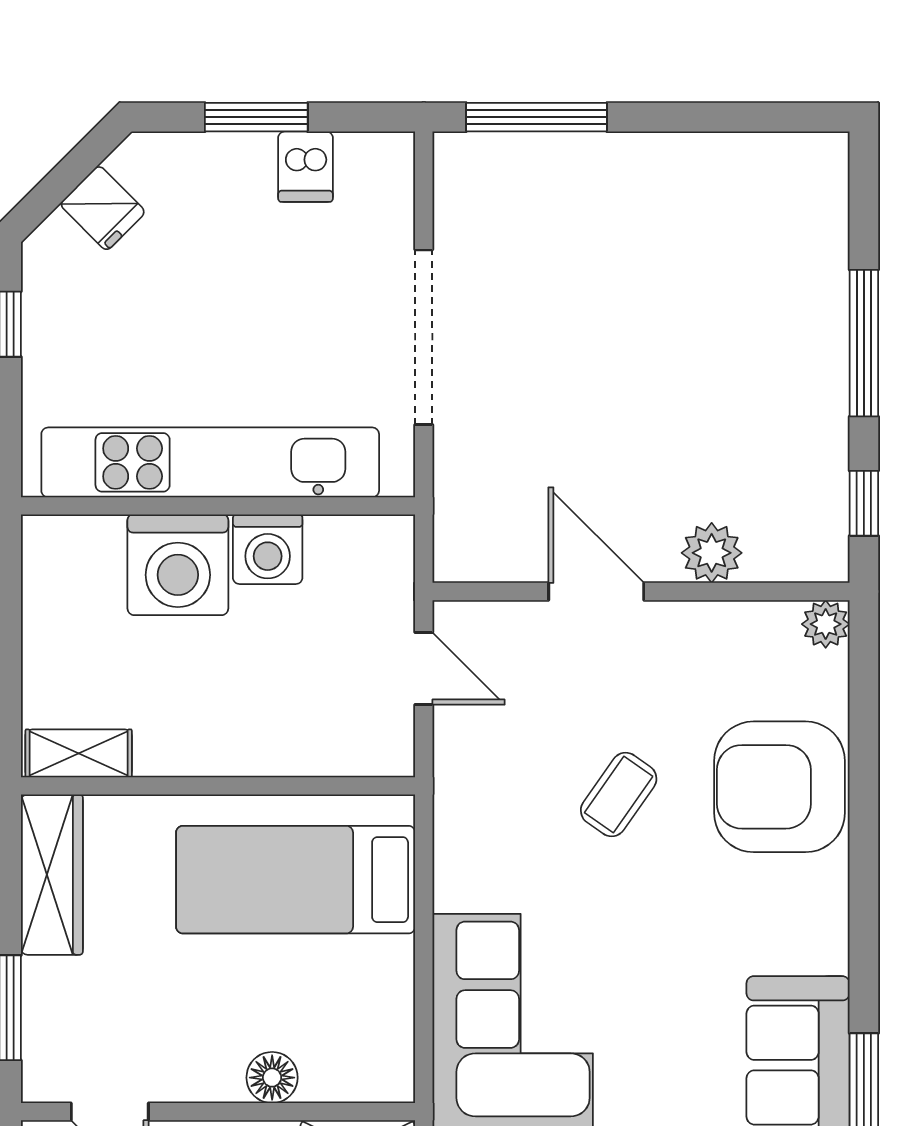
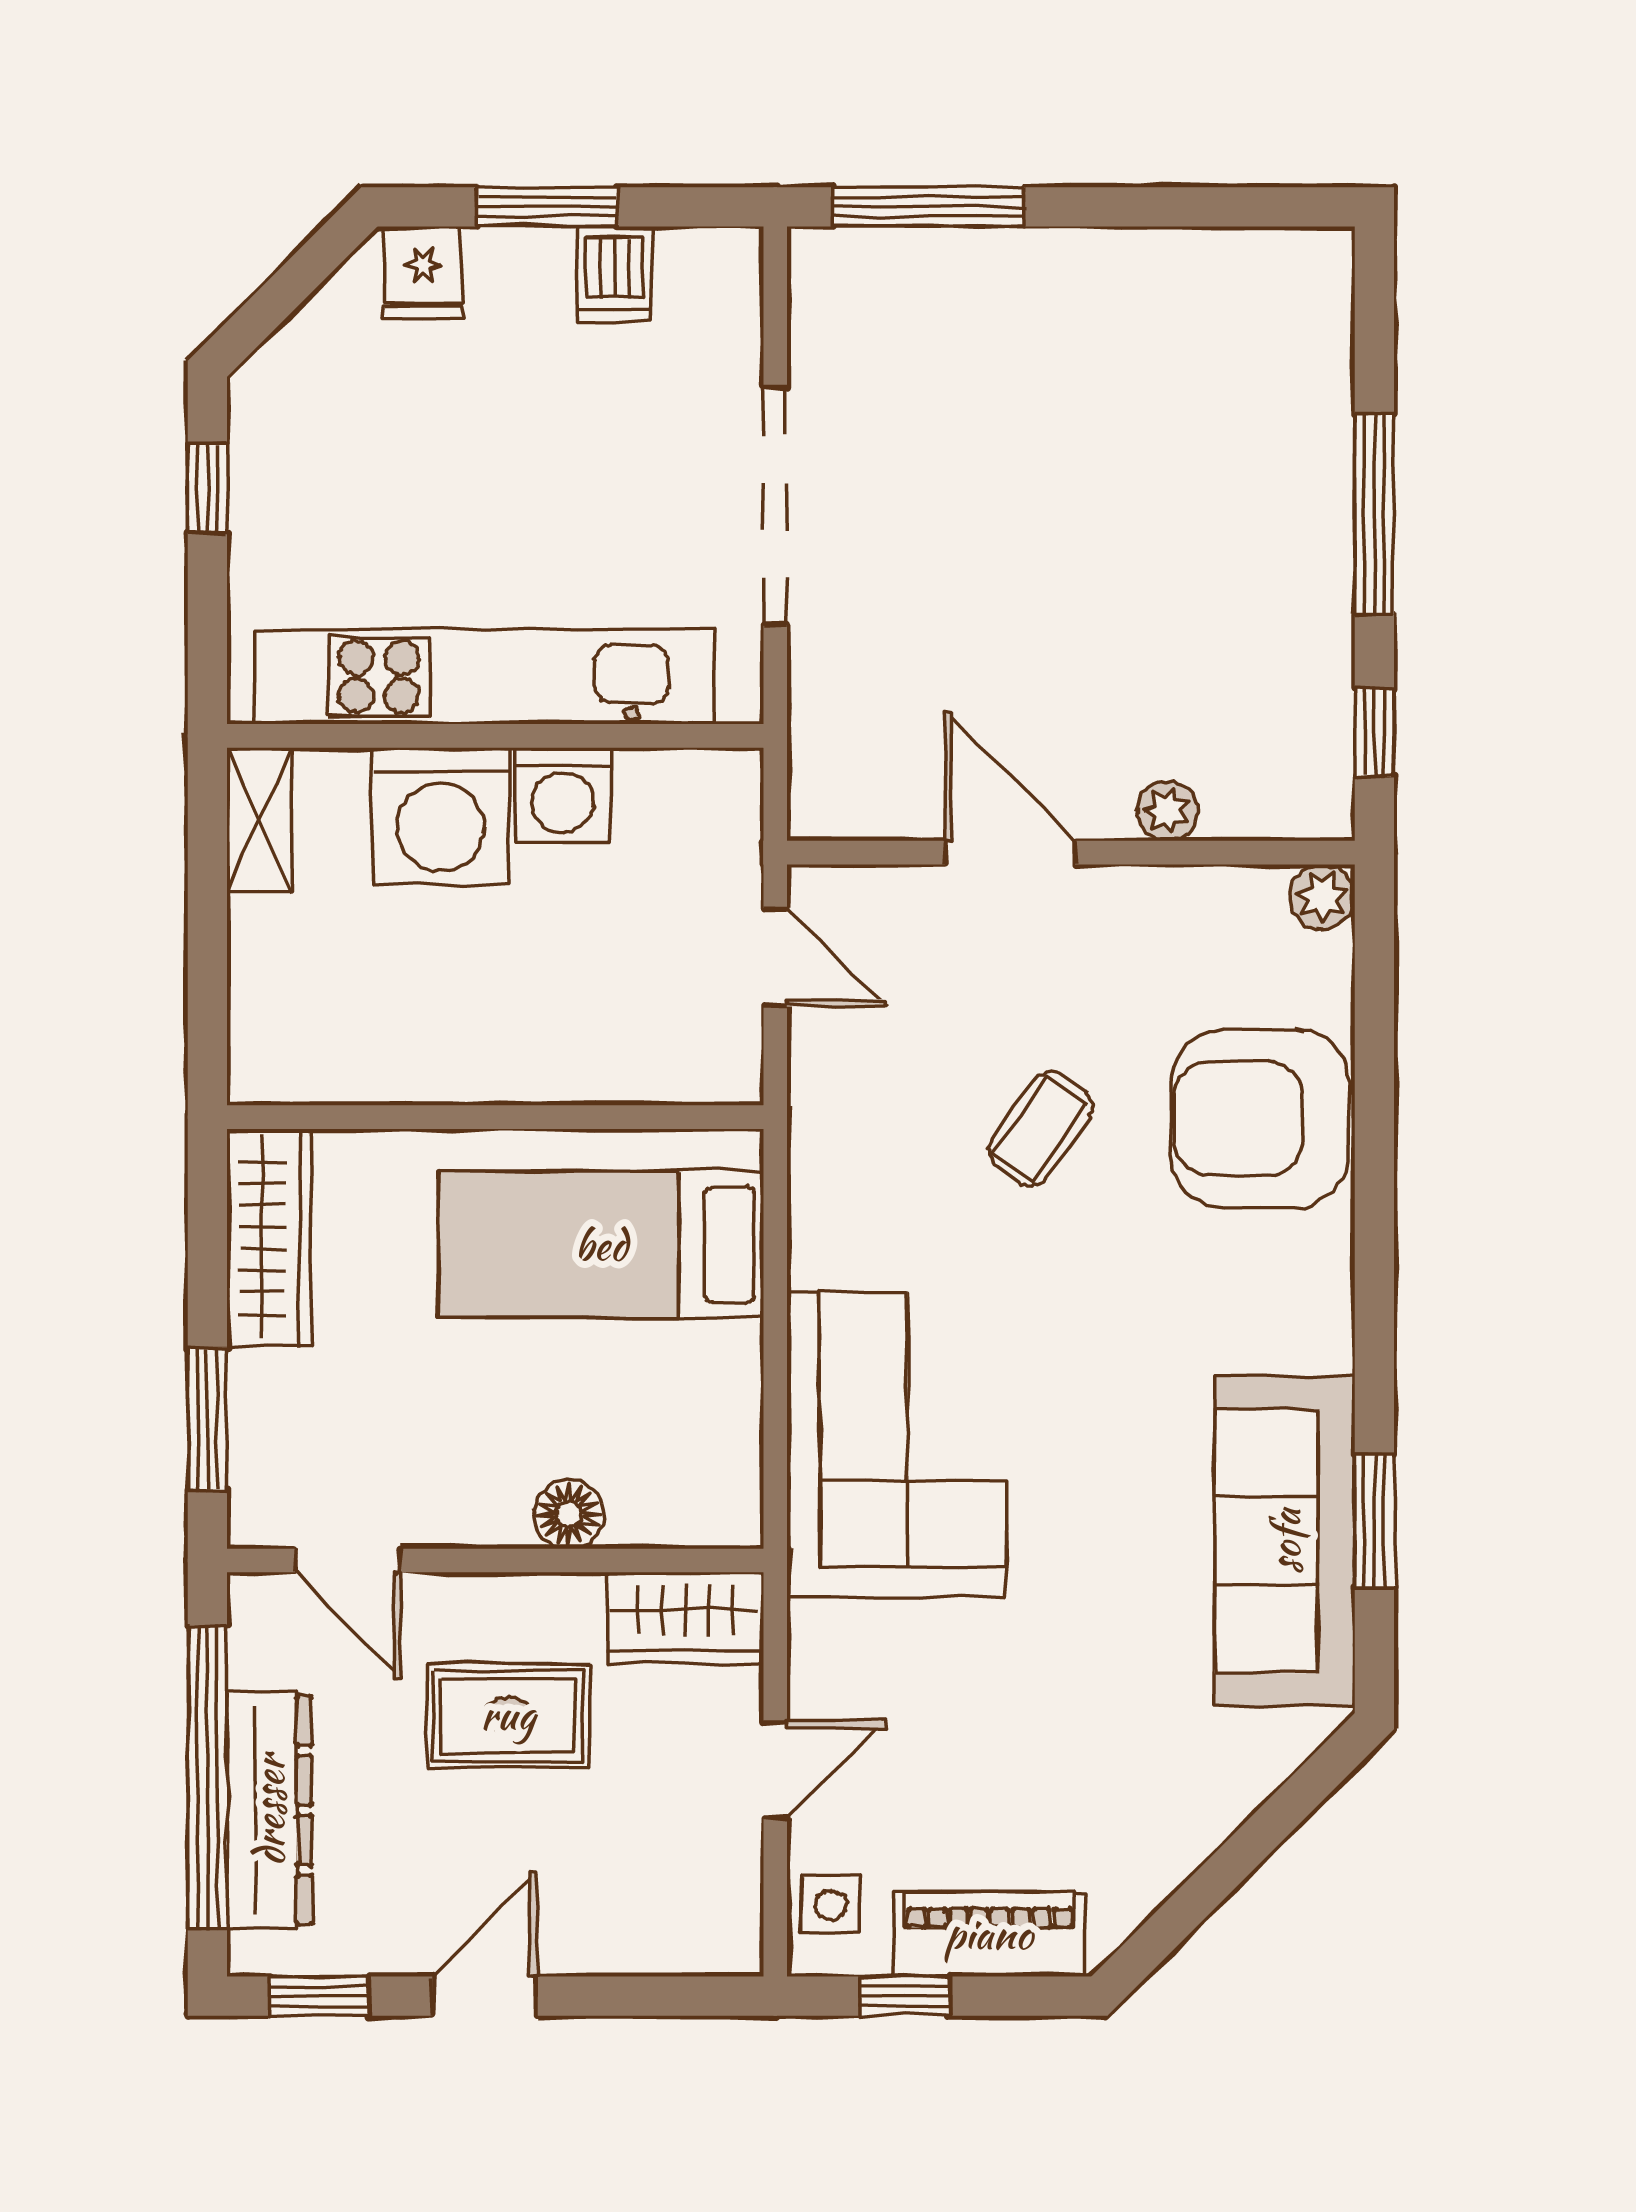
fridge: (103, 208) -> (423, 272), moved, turned 45
plant: (712, 553) -> (1167, 811), width x0.73, depth x0.73
shelving: (79, 753) -> (259, 820), moved, turned 90

